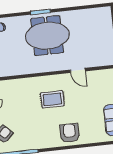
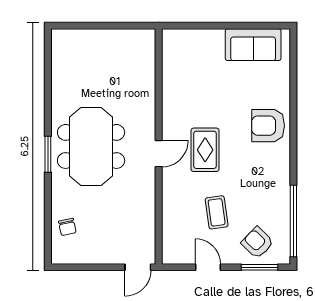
door: (78, 70) -> (159, 154), moved
coffee table: (18, 110) -> (217, 212), added

